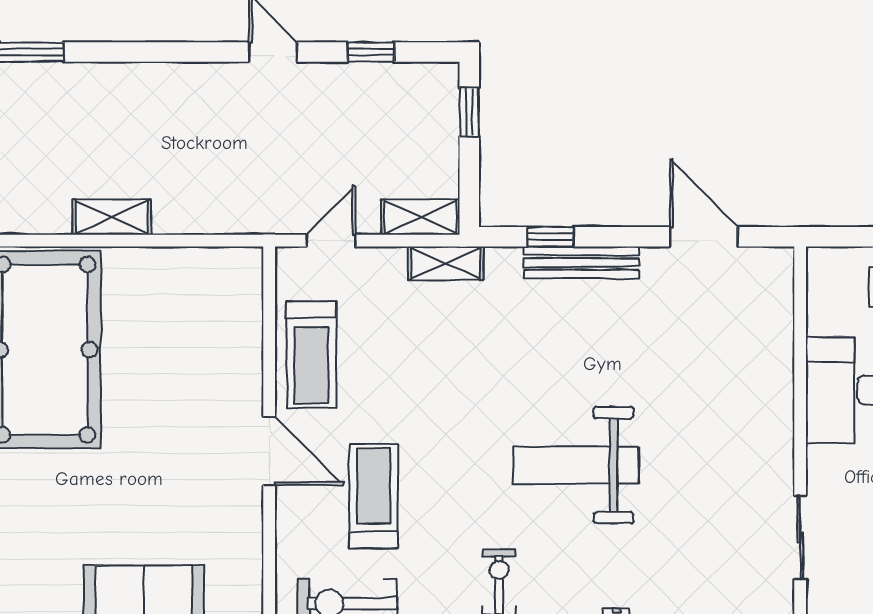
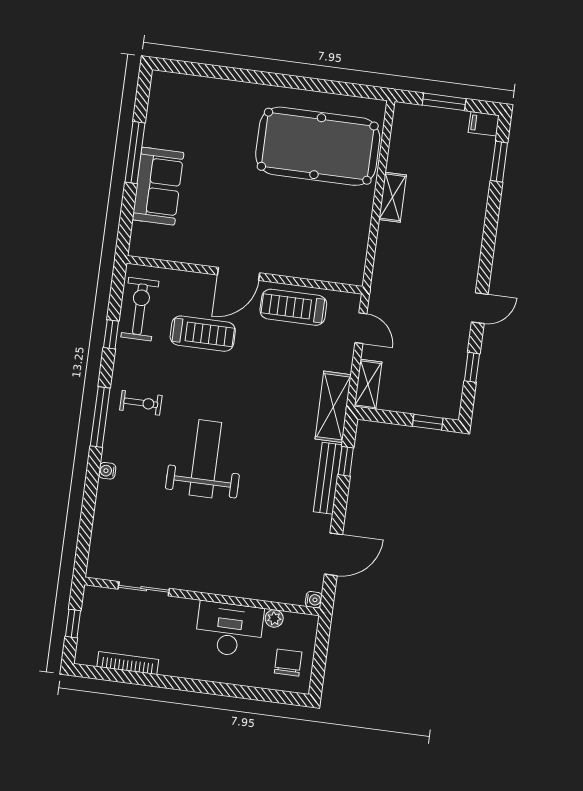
water cooler: (782, 259) -> (314, 600), added
shelving: (446, 263) -> (333, 407), width x1.50, depth x1.33
plant: (820, 319) -> (274, 618), added

